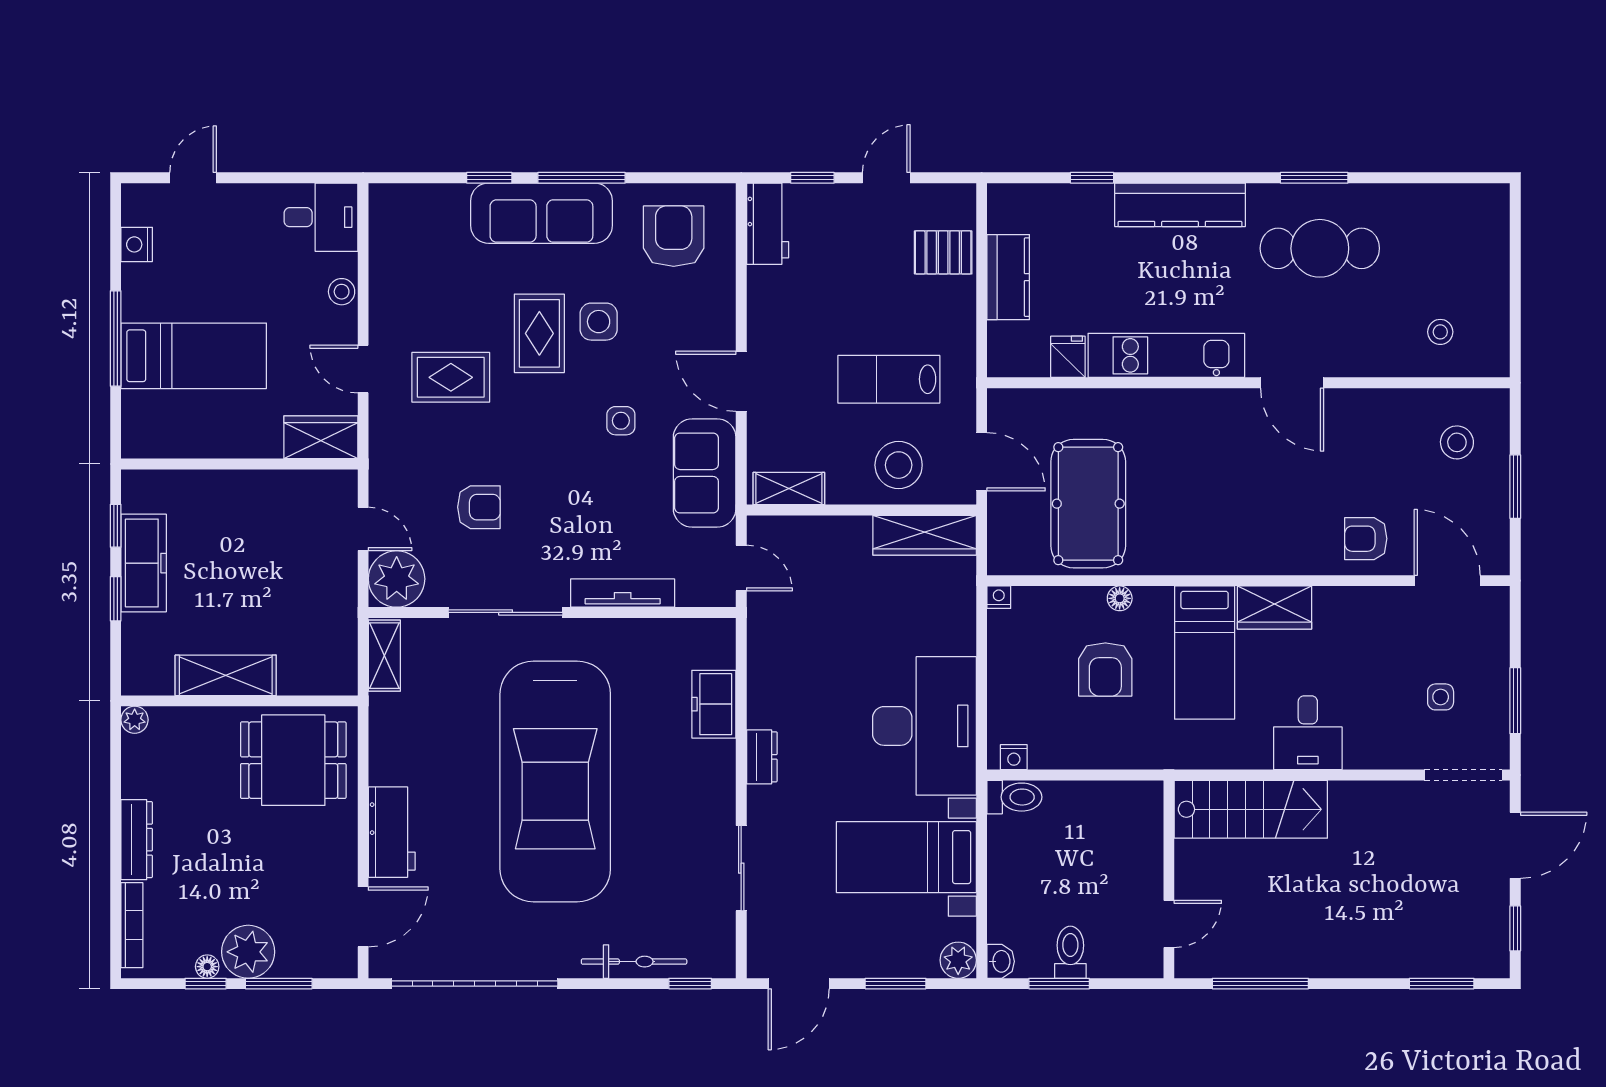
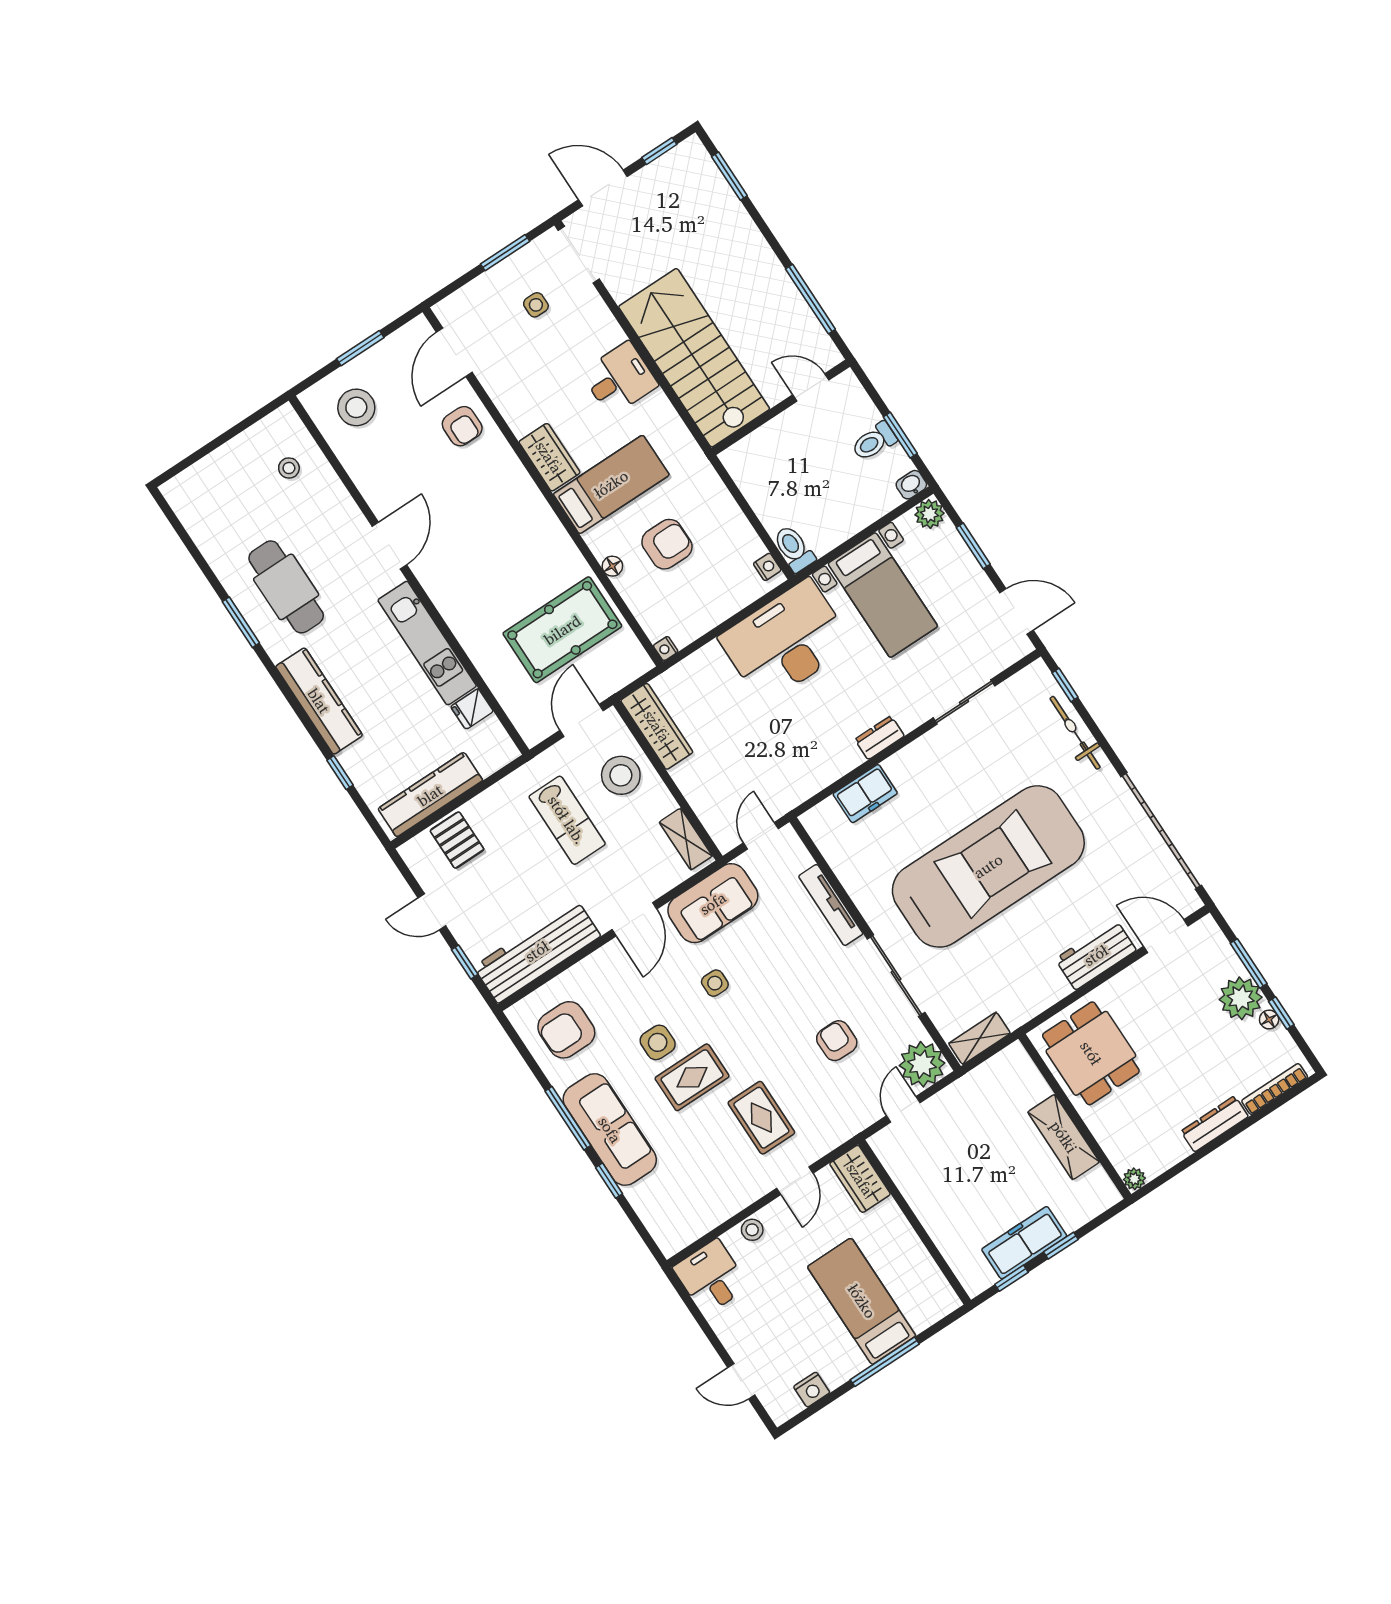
workbench: (768, 224) -> (537, 951), width x1.88, depth x1.32
kitchen counter: (1008, 277) -> (430, 795), width x1.50
stool: (1457, 442) -> (356, 407), width x1.38, depth x1.38
stairs: (1251, 809) -> (694, 358), width x1.36, depth x1.51

